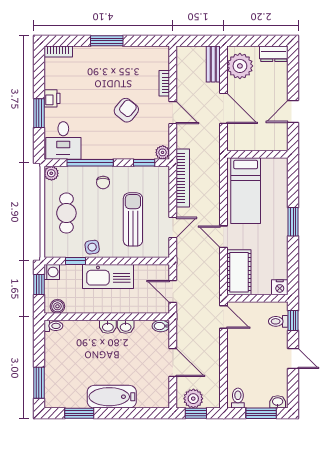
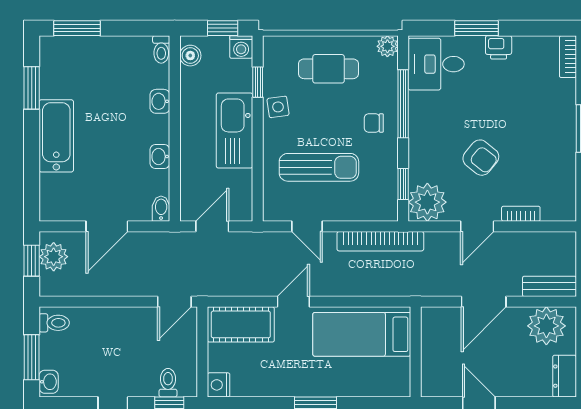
plant: (163, 152) -> (427, 202), width x1.87, depth x1.87
washbasin: (108, 327) -> (160, 101), moved

